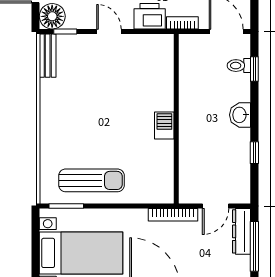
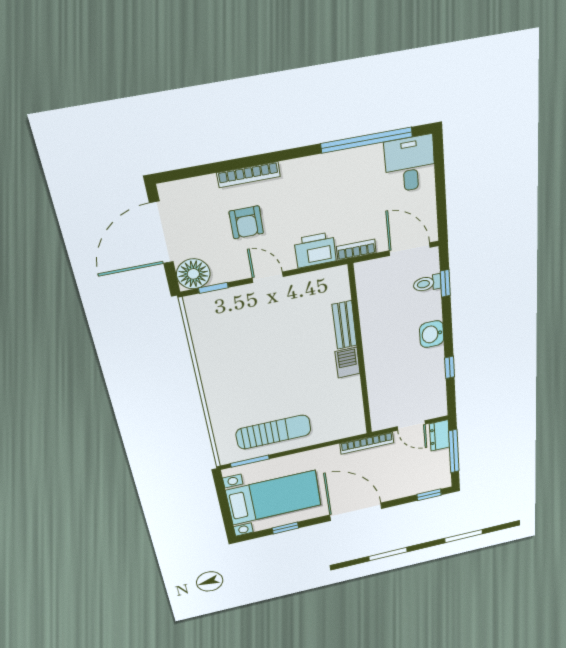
bench: (48, 56) -> (345, 325), moved
door: (216, 206) -> (411, 425), hinge flipped
dresser: (241, 231) -> (440, 435), width x0.70

